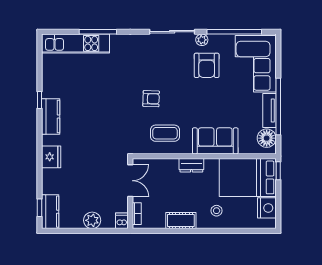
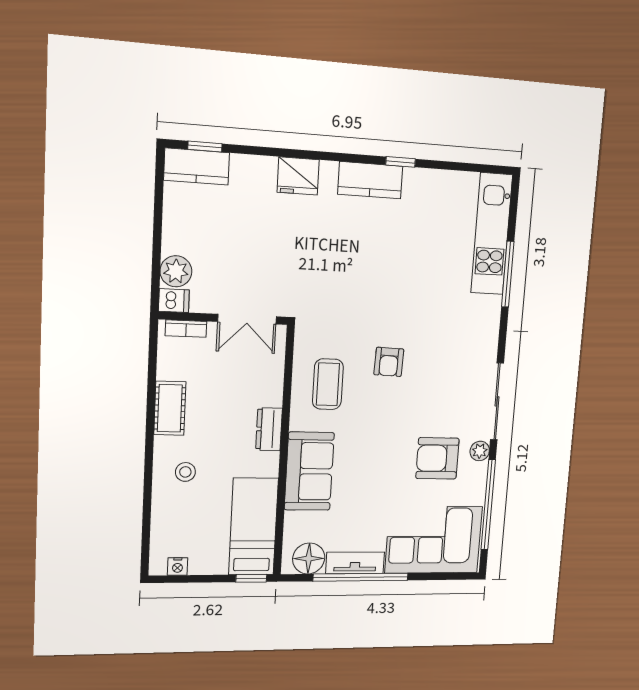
bed: (248, 177) -> (253, 527), width x0.67
nightstand: (267, 208) -> (178, 566), width x0.53, depth x0.56
plant: (92, 220) -> (176, 271), moved

